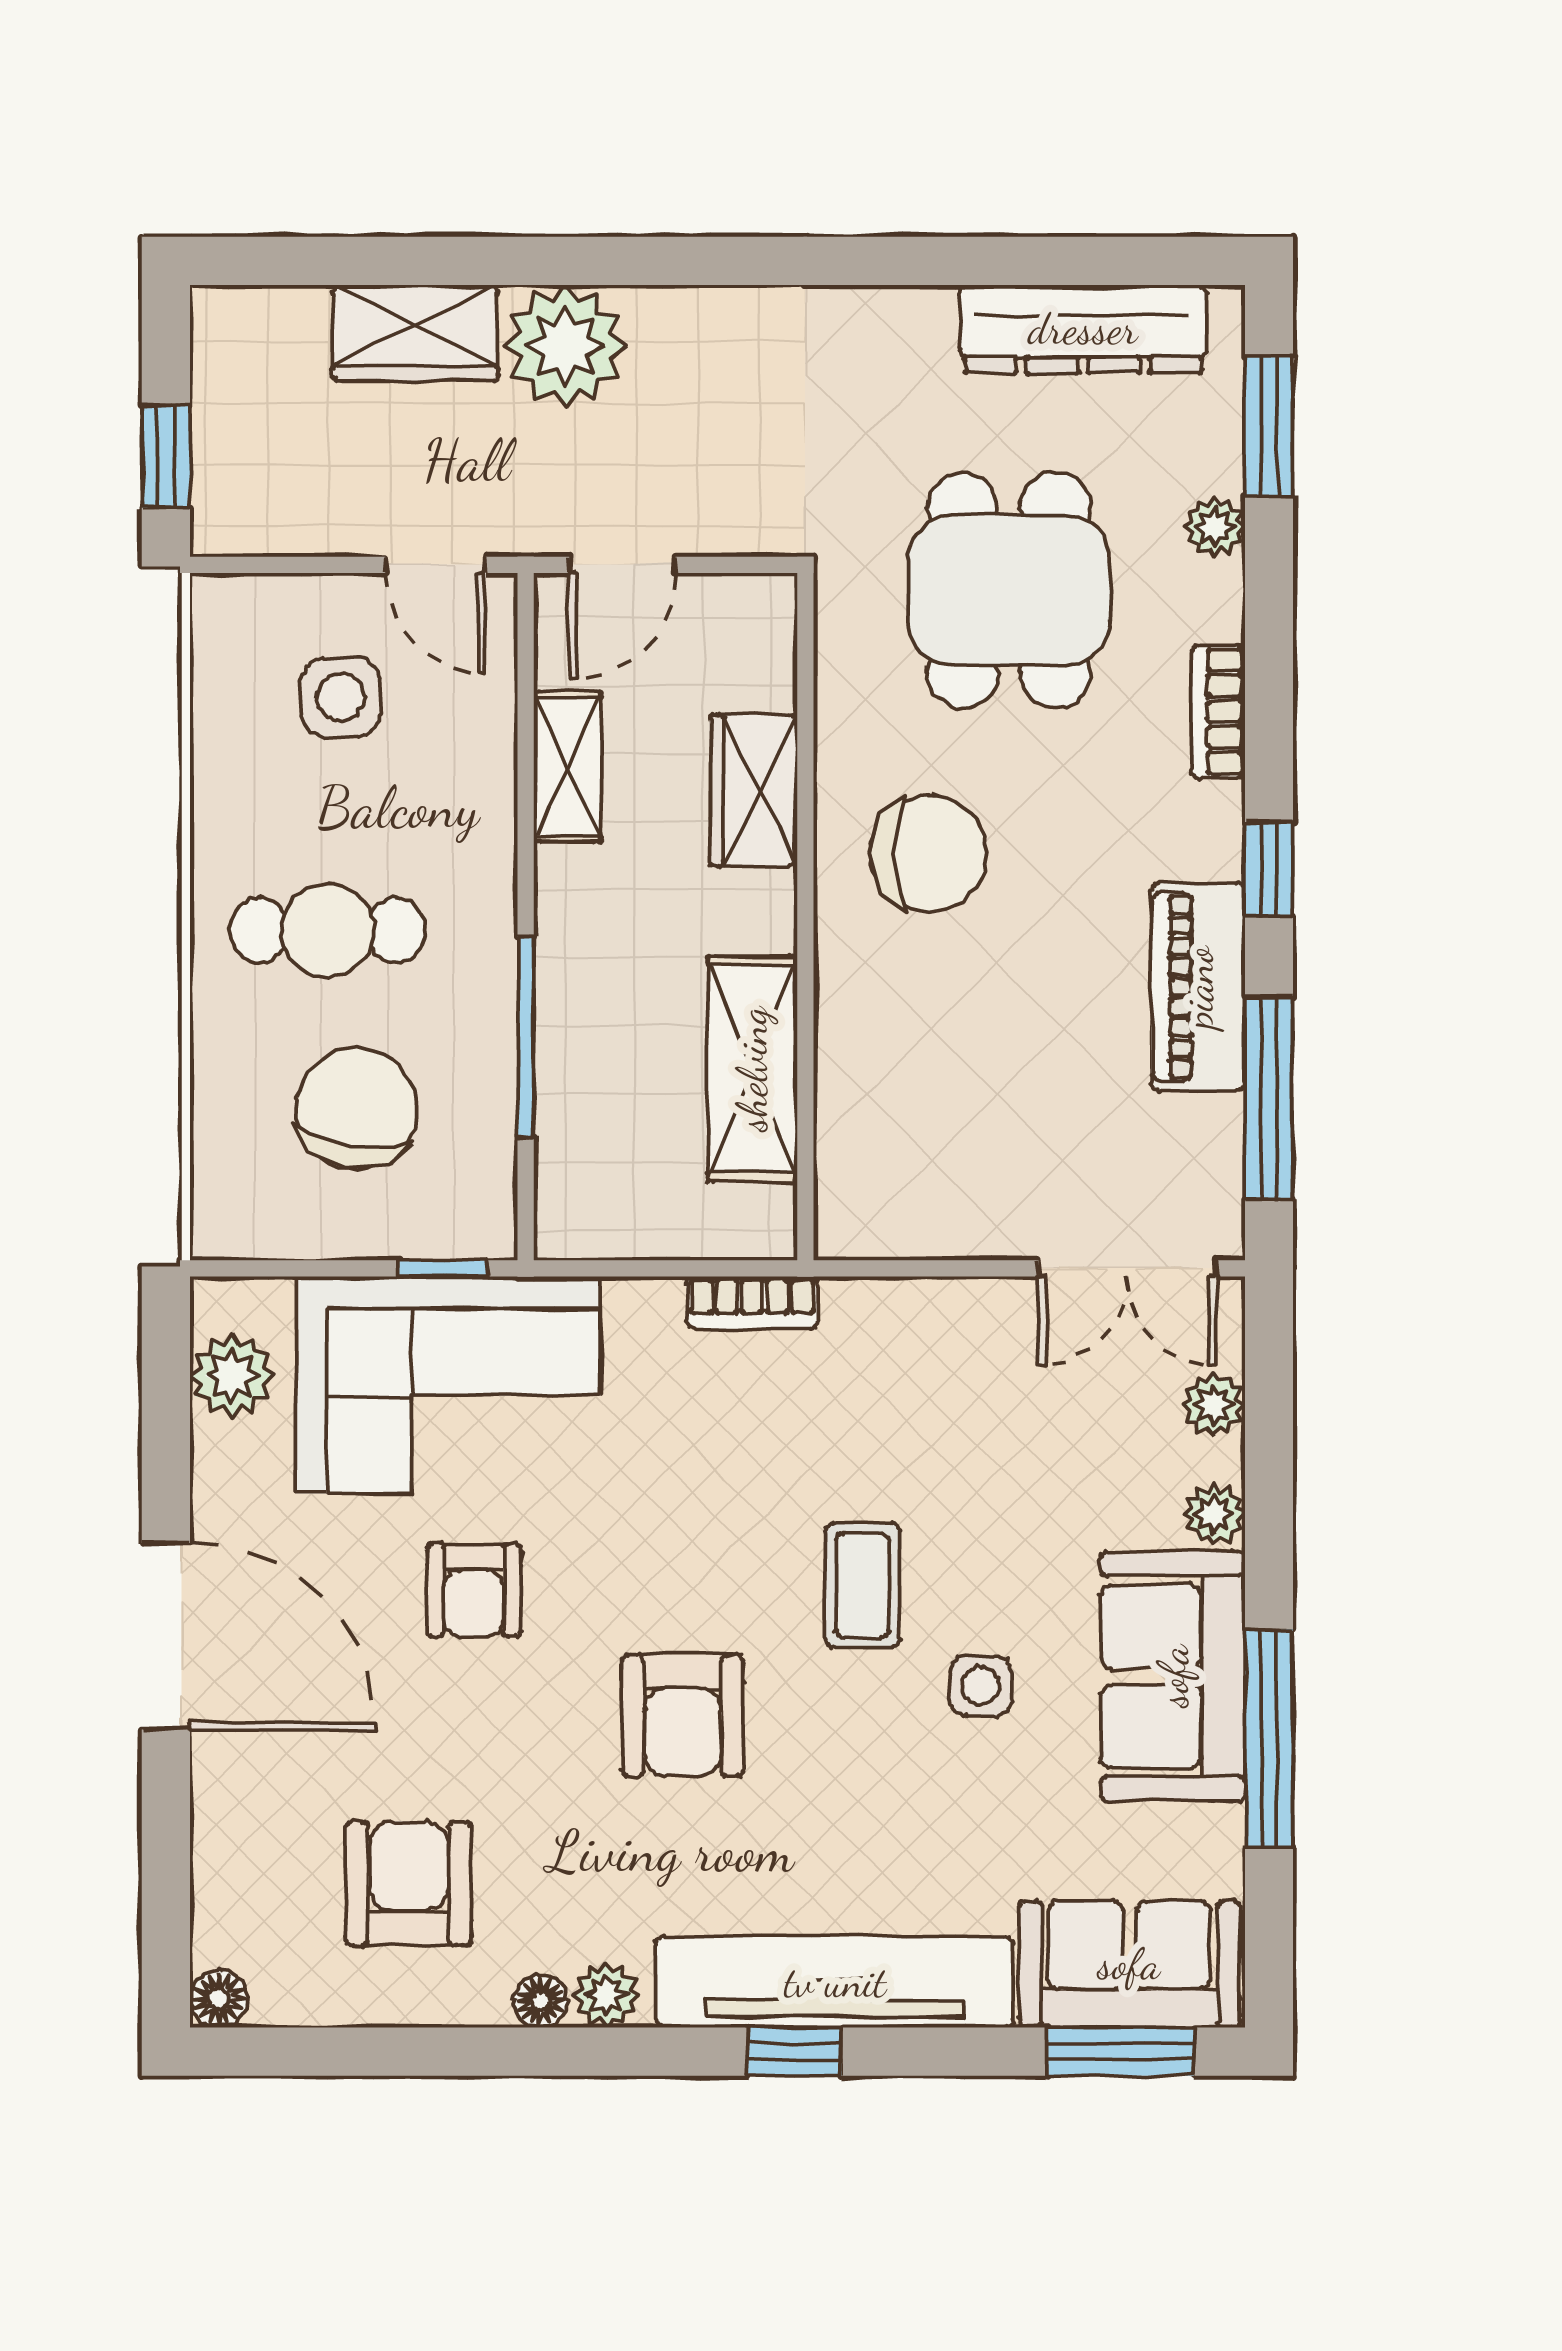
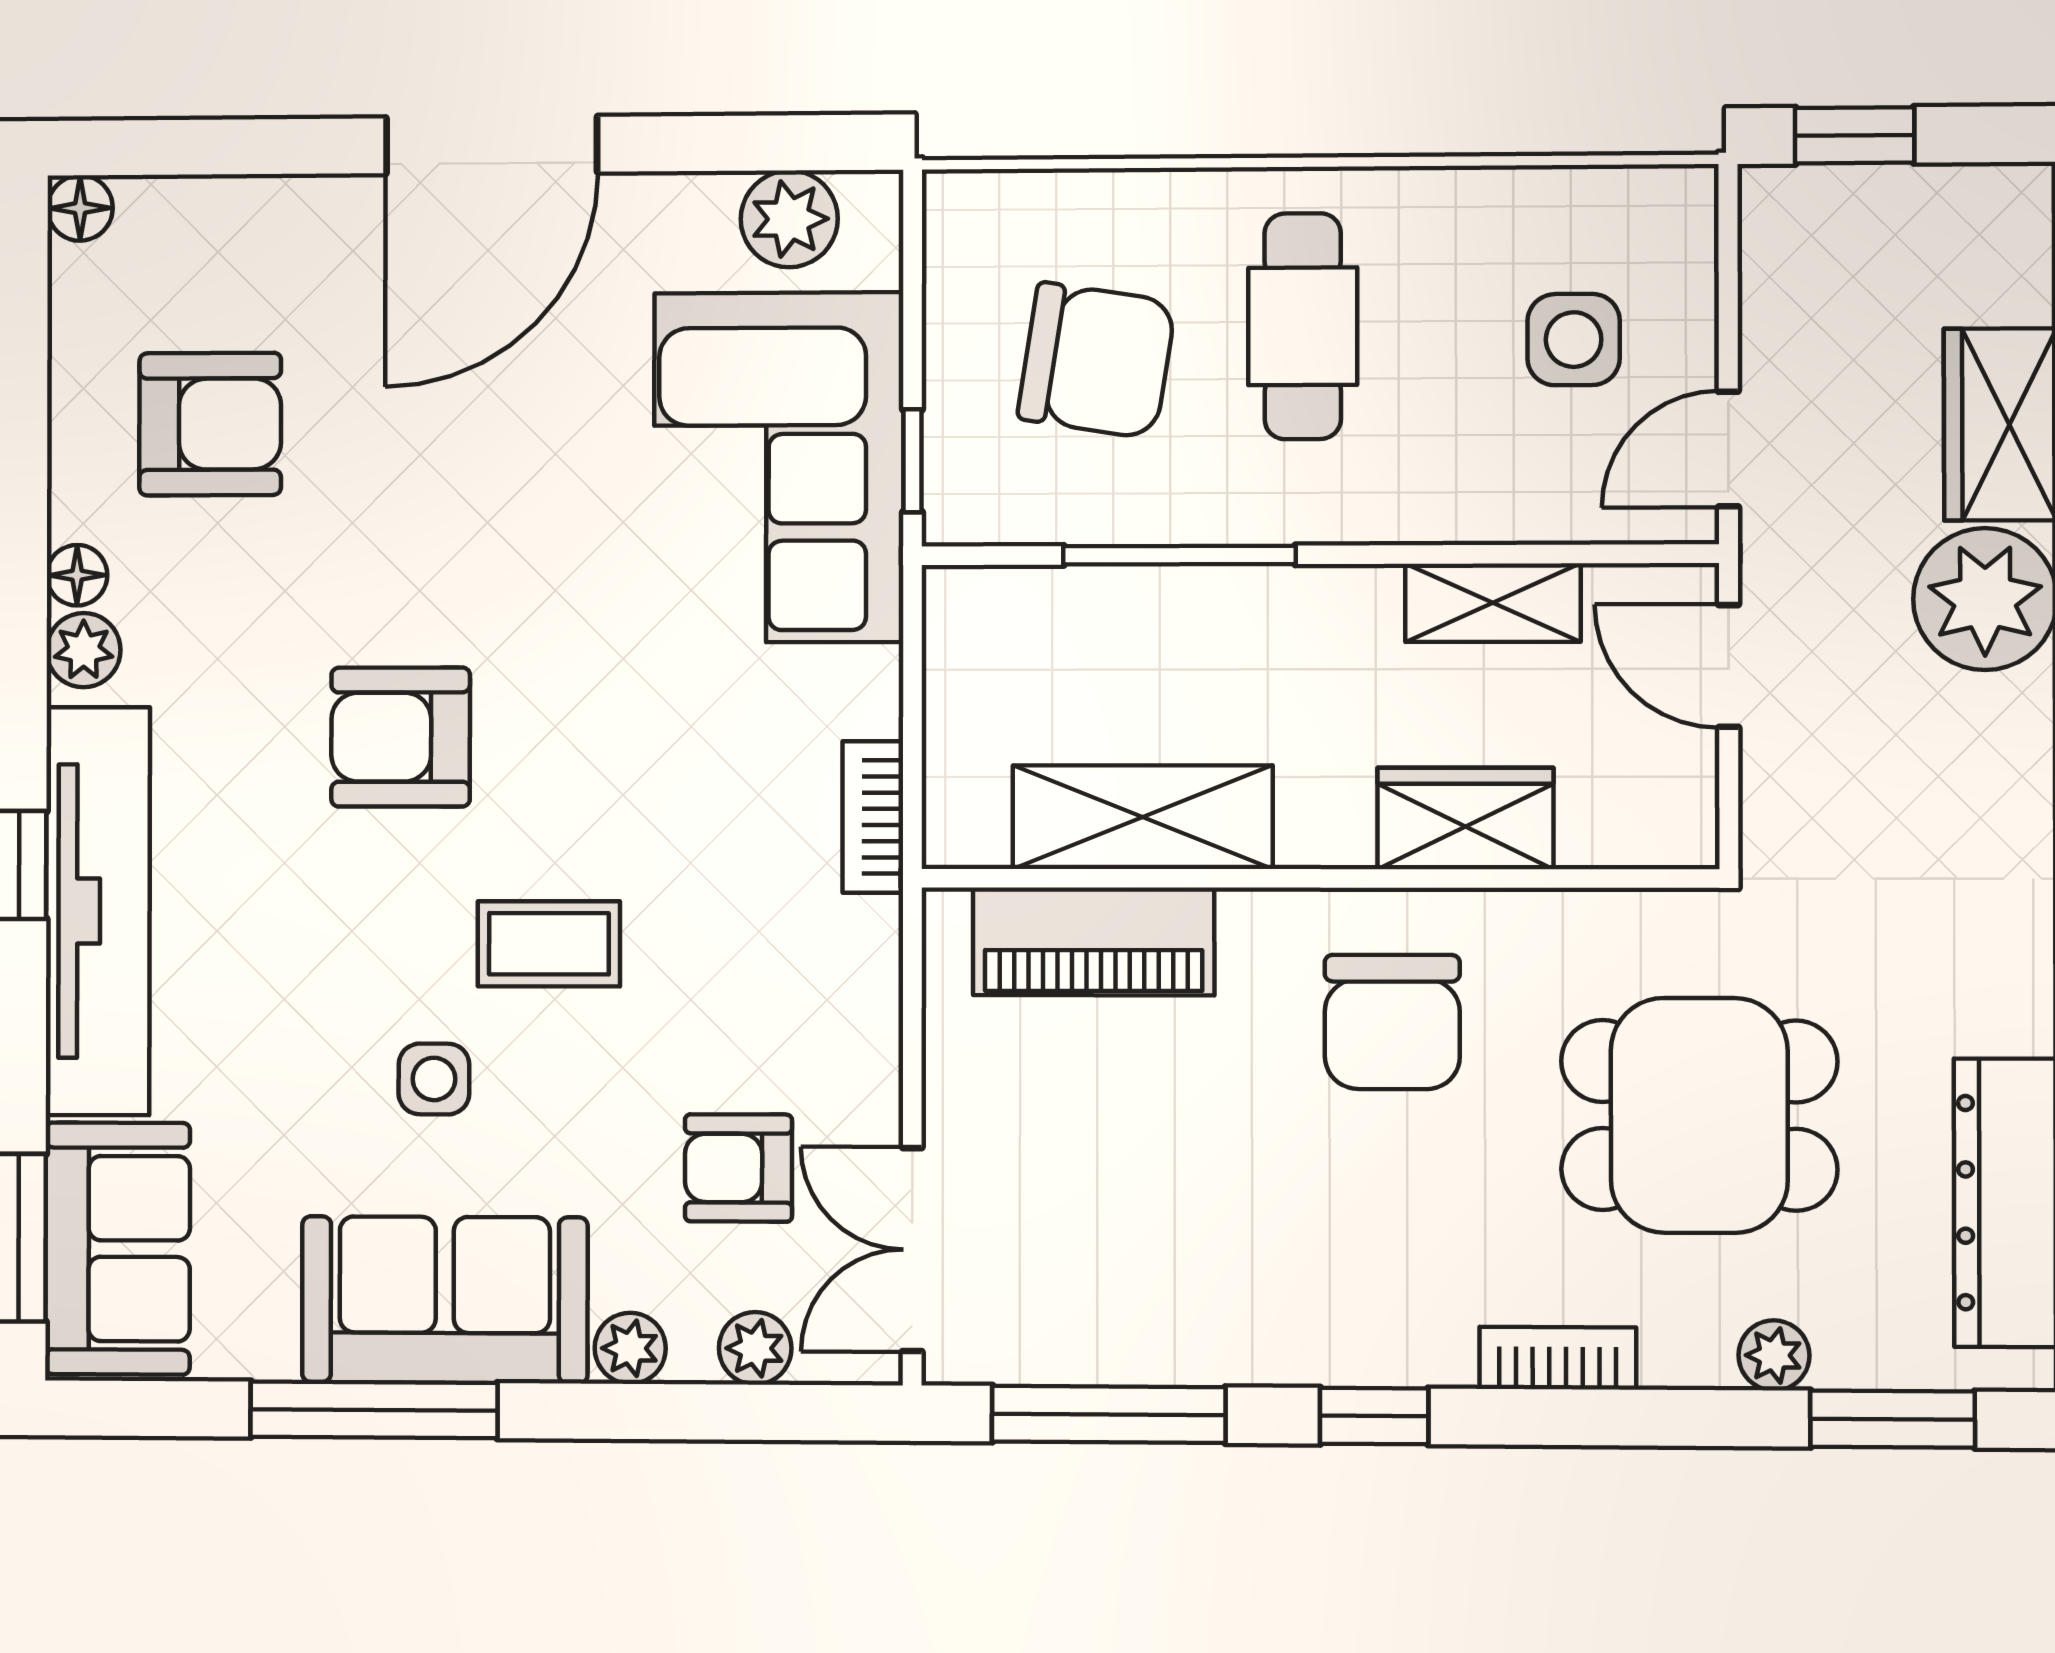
piano: (1198, 987) -> (1094, 941), moved, turned 180
armchair: (474, 1590) -> (738, 1168), moved

